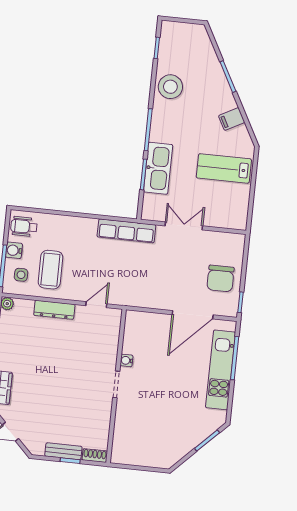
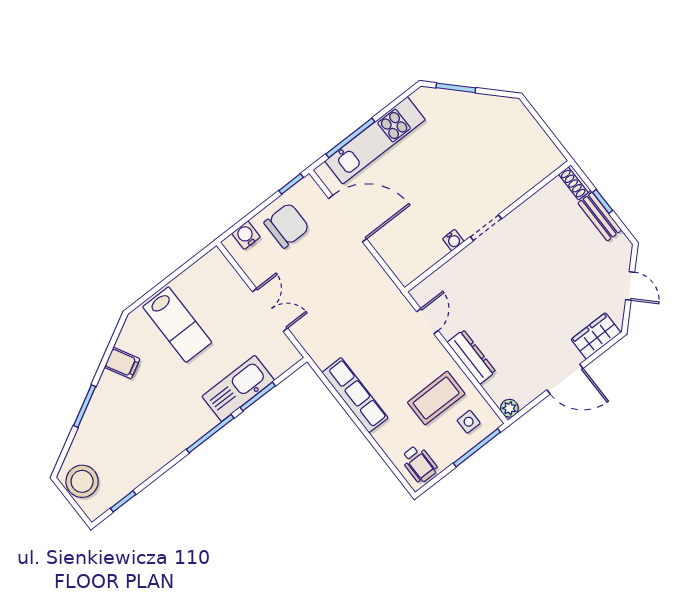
stool: (170, 87) -> (82, 481), moved
double door: (184, 226) -> (270, 310), swing flipped
row of seats: (126, 231) -> (355, 395), moved
water cooler: (14, 250) -> (246, 235), moved, turned 180
door: (96, 305) -> (427, 321), swing flipped

